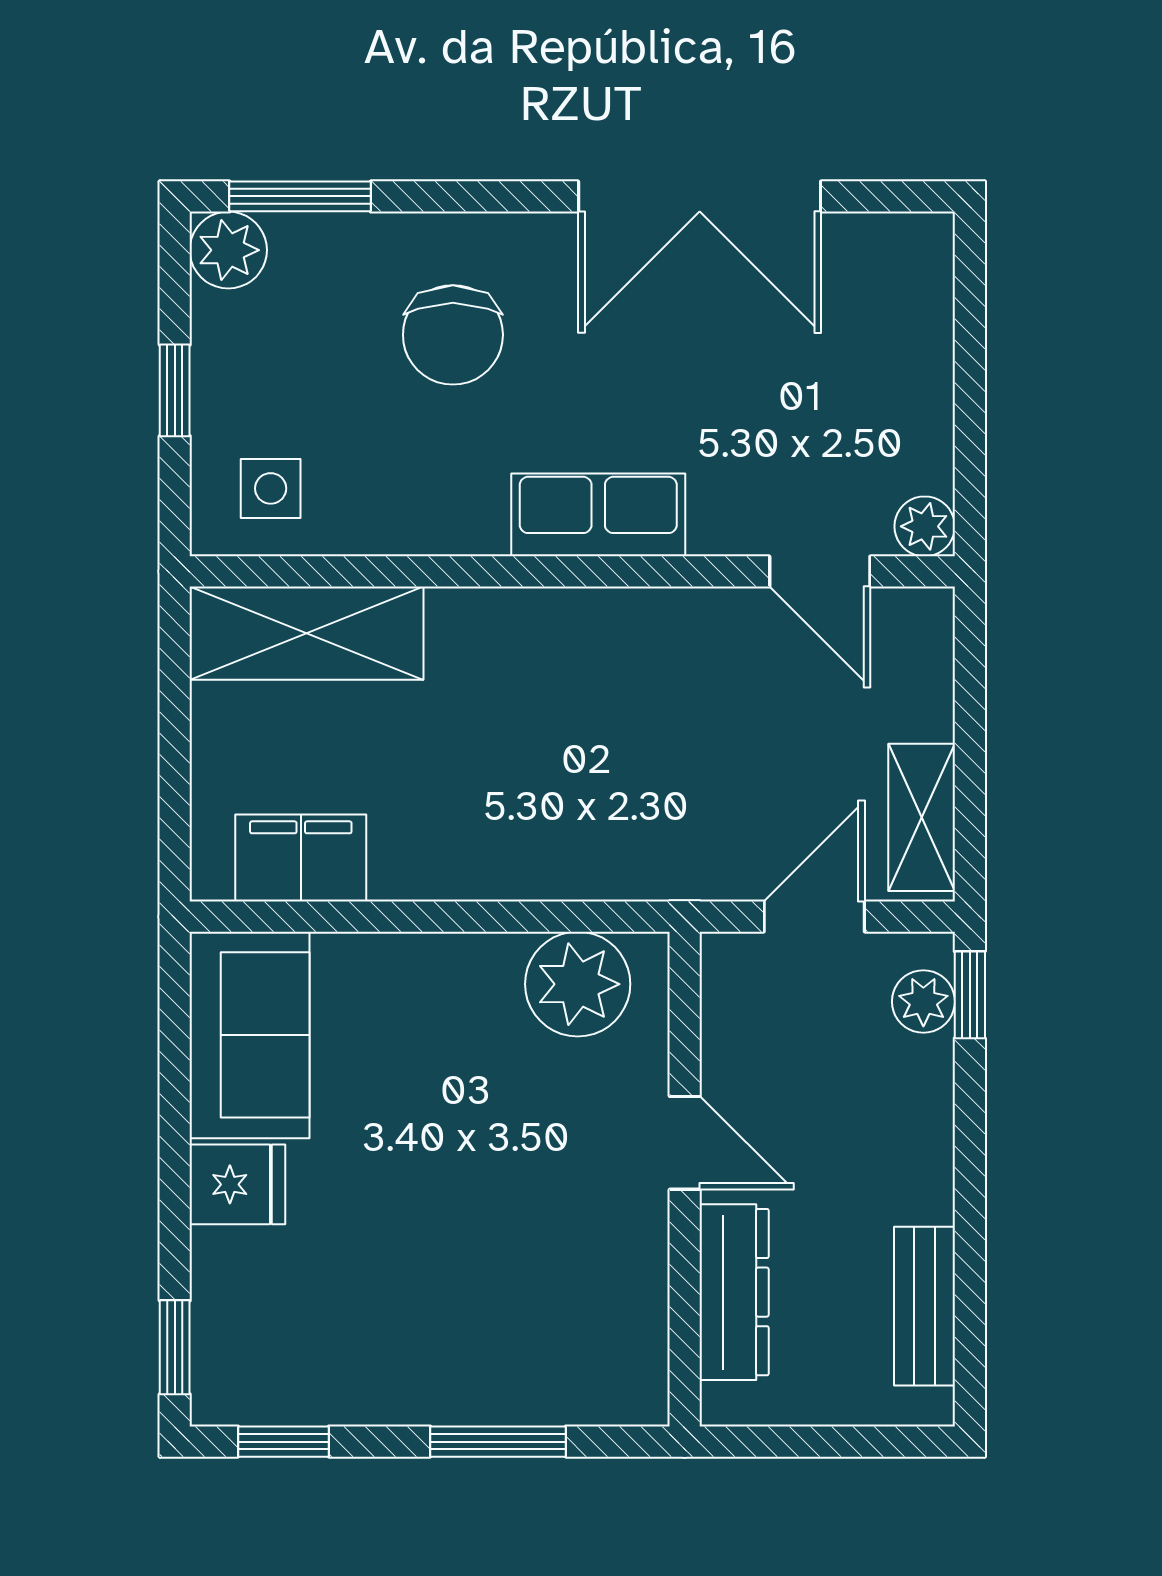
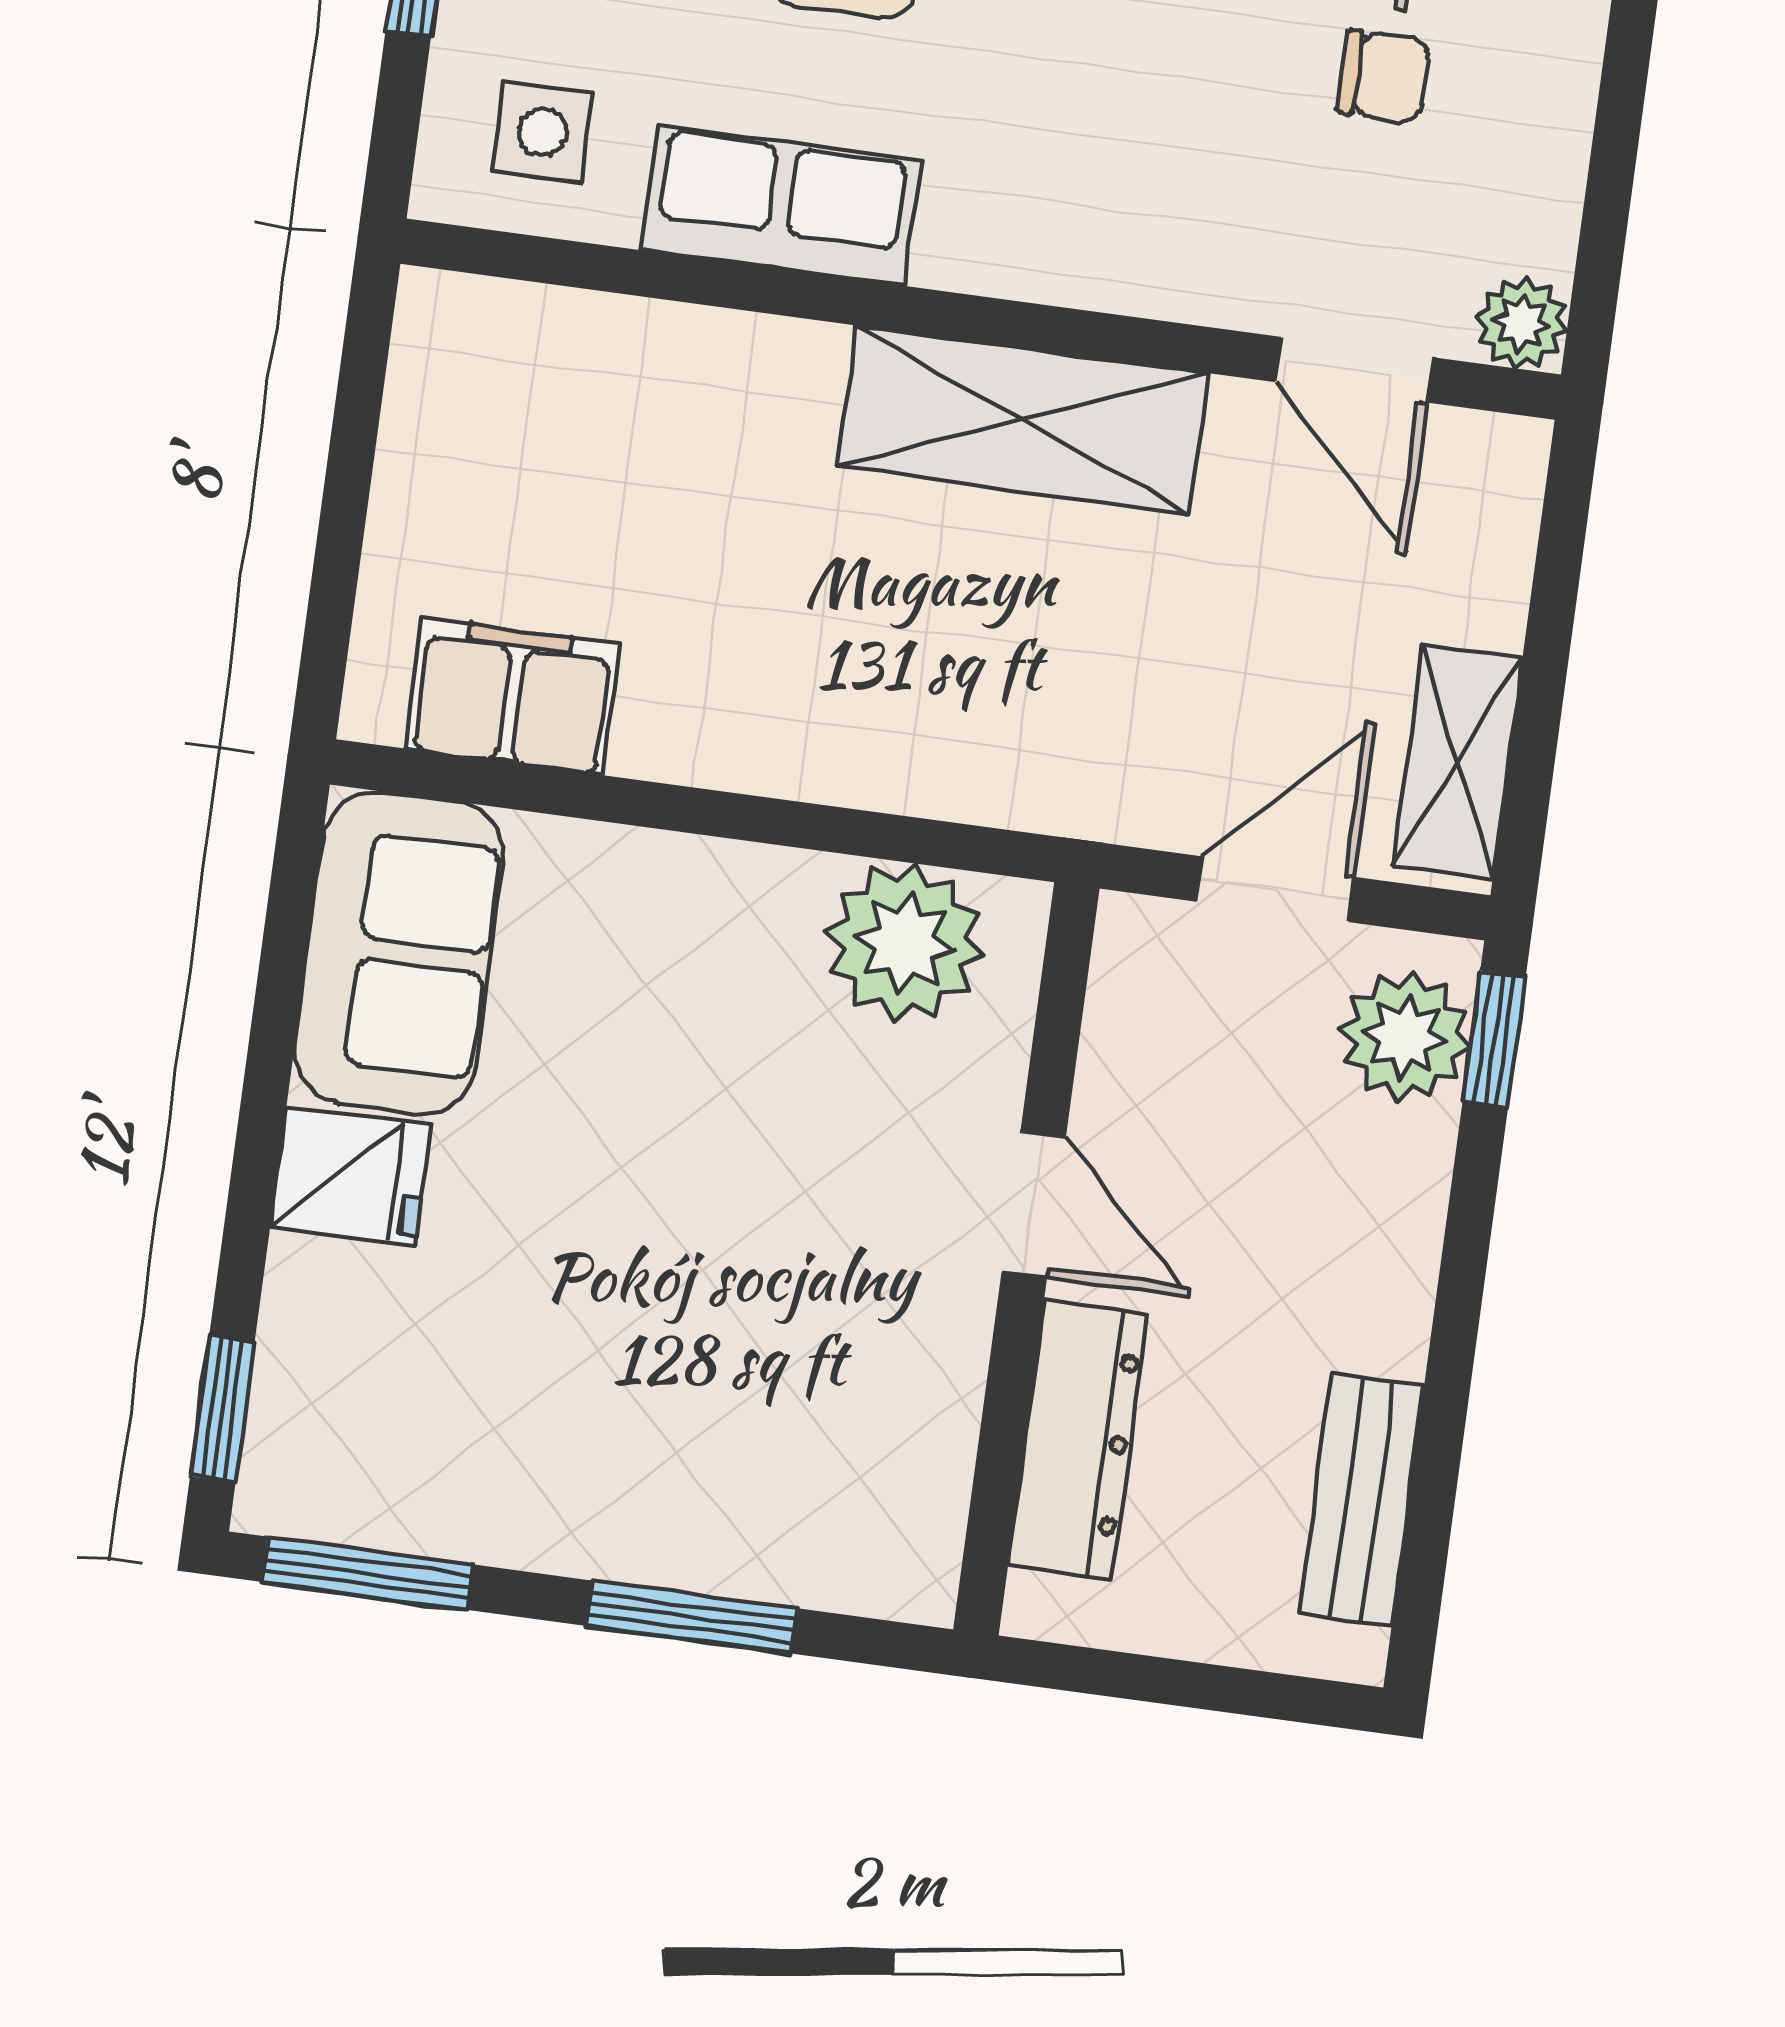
chair: (813, 378) -> (1384, 76), added
row of seats: (598, 515) -> (780, 205), moved
shelving: (307, 633) -> (1022, 420), moved
plant: (923, 1002) -> (1405, 1037), width x1.38, depth x1.38
window: (283, 1442) -> (367, 1573), width x1.50

